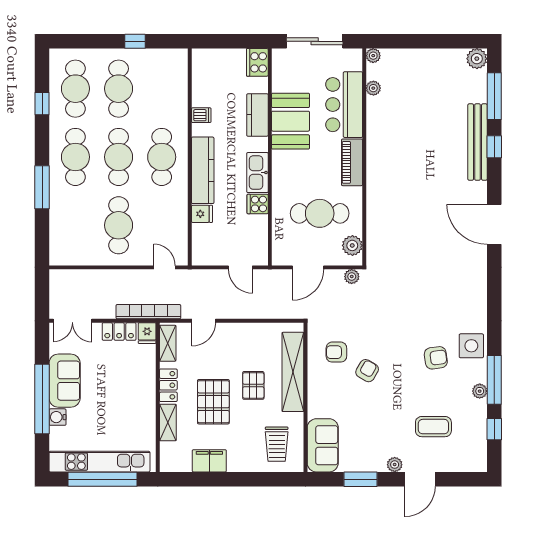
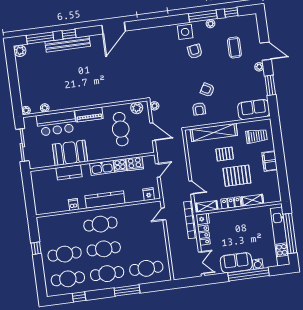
cooker: (257, 62) -> (135, 164), moved
fridge: (202, 214) -> (149, 194), moved
cafe table: (119, 225) -> (146, 268), moved
filing cabinet: (209, 461) -> (270, 161), moved

